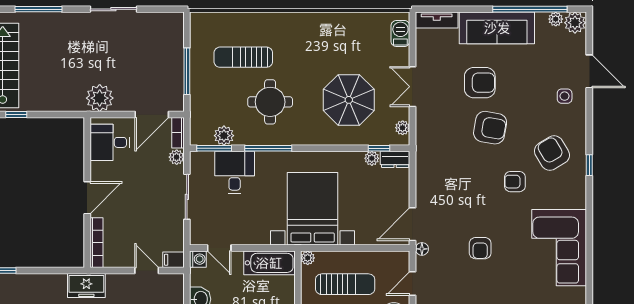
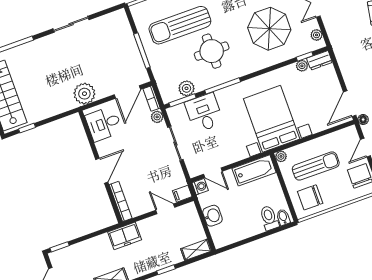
sun lounger: (243, 57) -> (180, 25), width x1.36, depth x1.34

